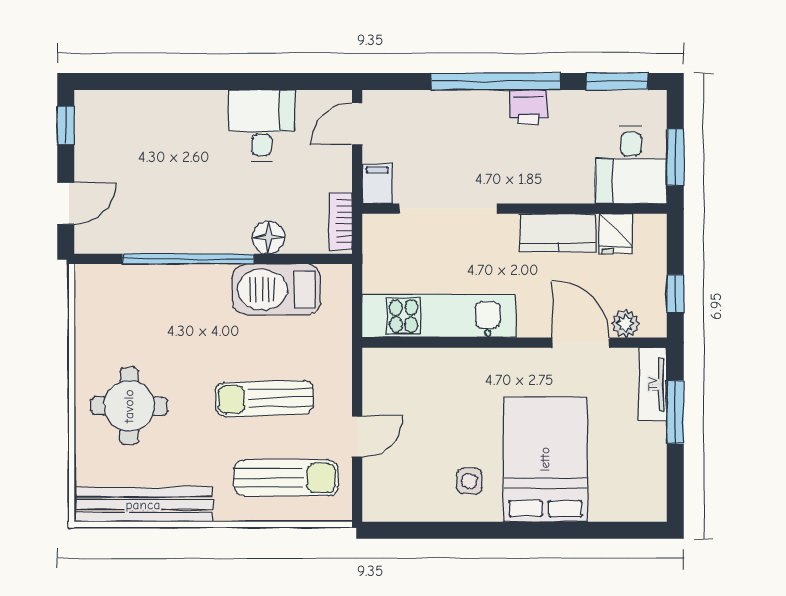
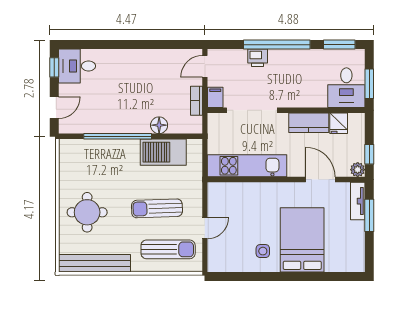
printer: (528, 107) -> (258, 58), moved
desk: (262, 125) -> (77, 66), moved, turned -90
bookcase: (341, 221) -> (196, 101), moved
plant: (626, 323) -> (358, 170), moved

